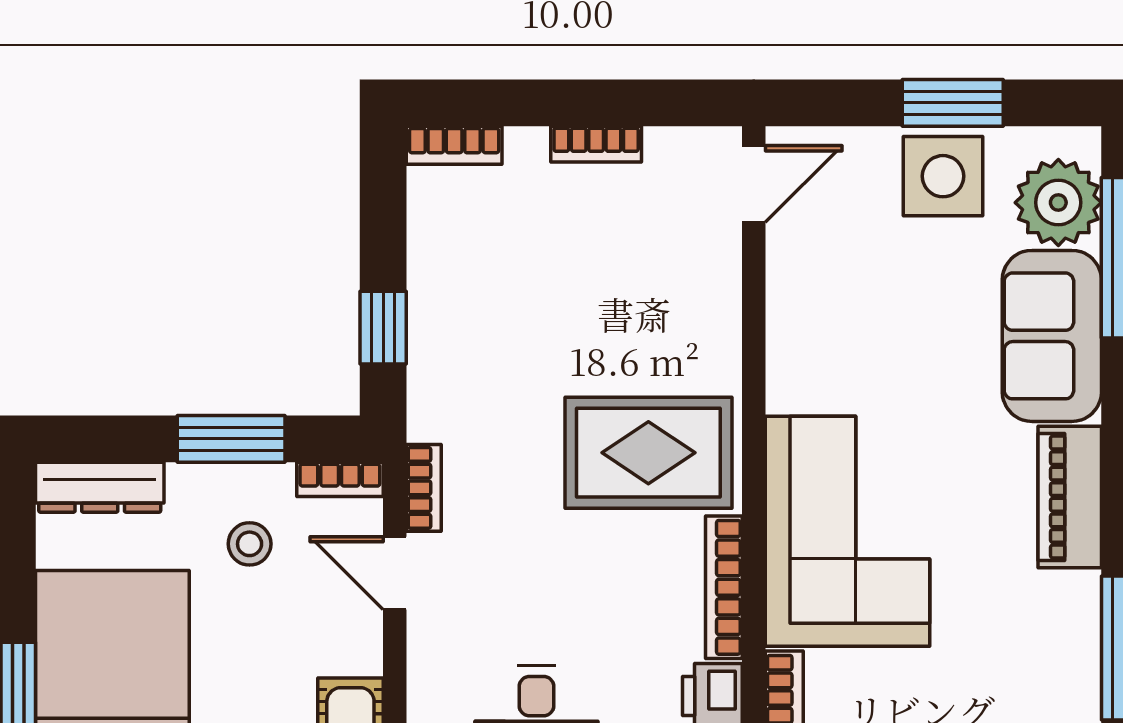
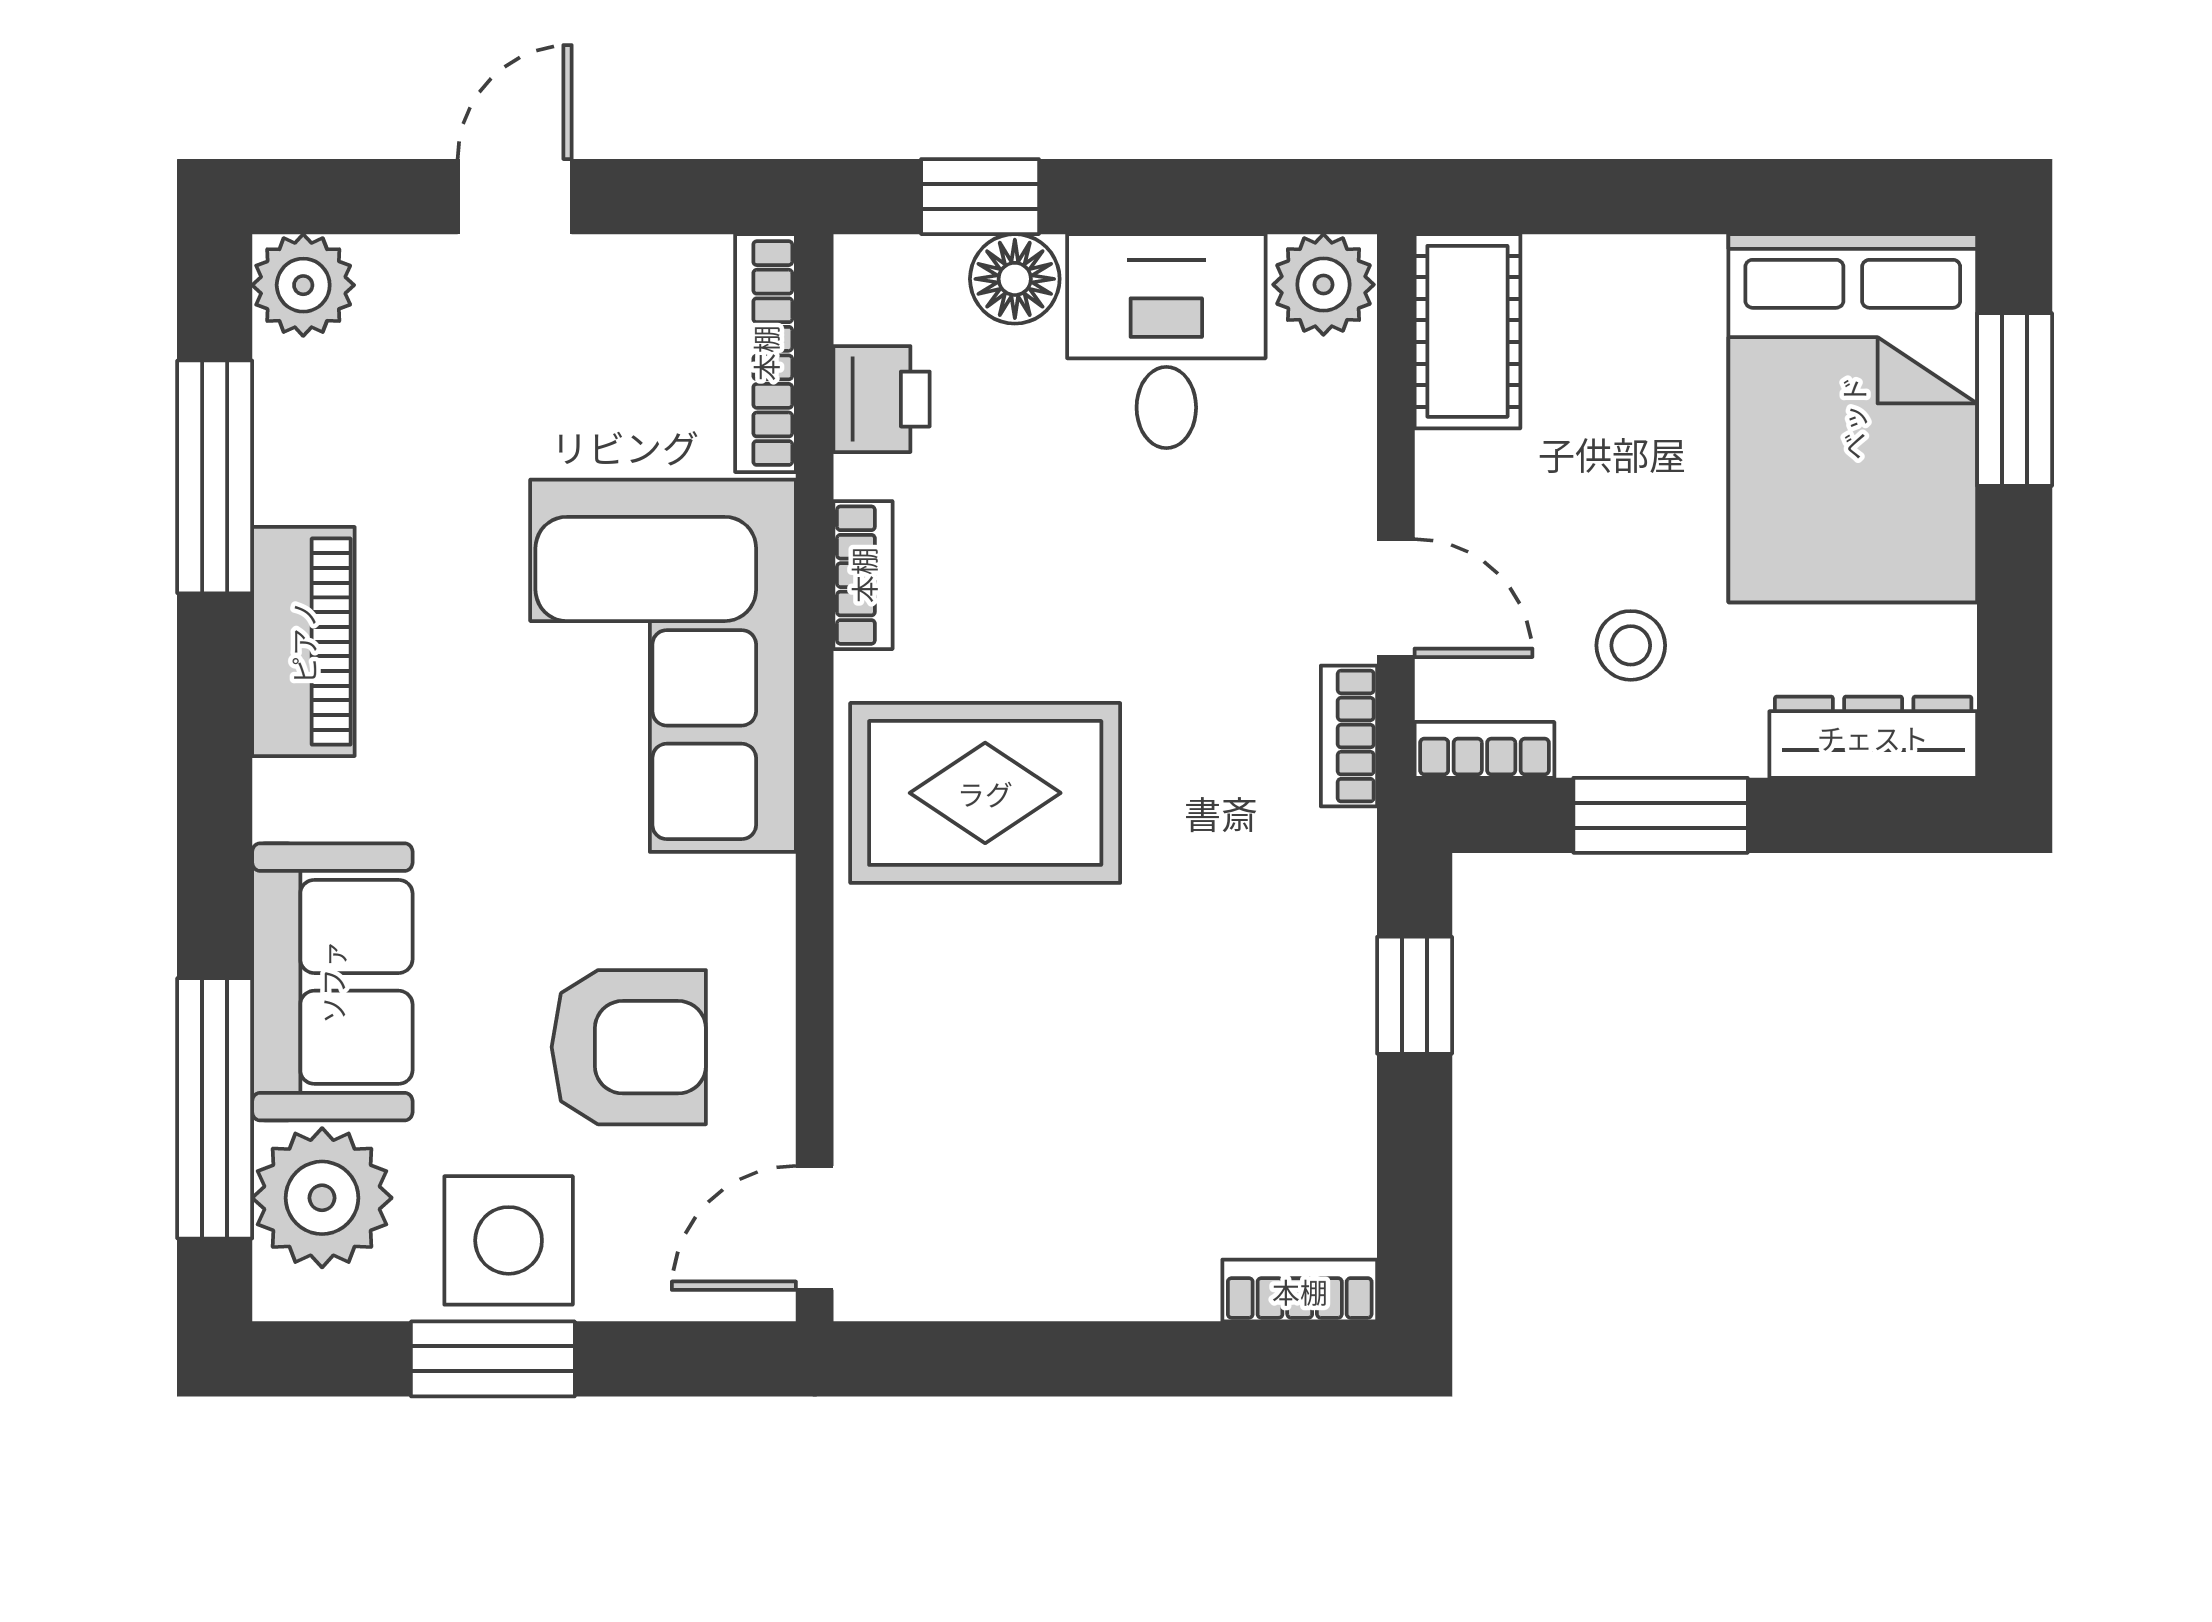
bookcase: (596, 144) -> (1070, 1292), removed
armchair: (869, 296) -> (629, 1047), added
piano: (1070, 497) -> (303, 642), moved
bookcase: (724, 587) -> (863, 575), width x0.64

